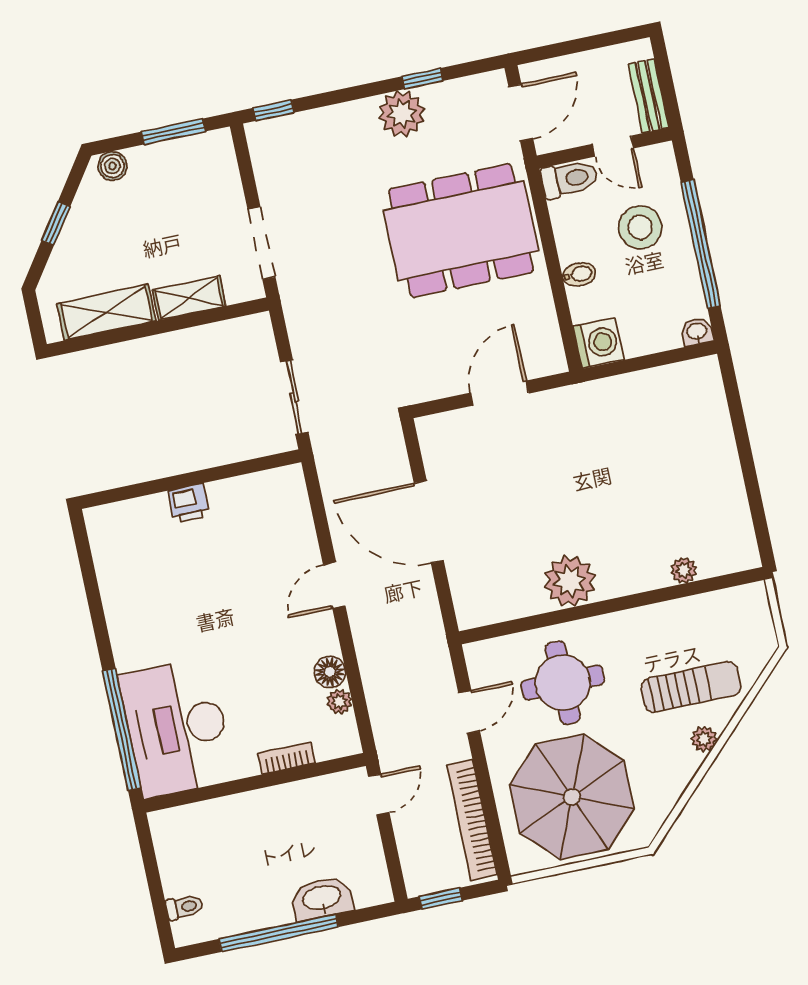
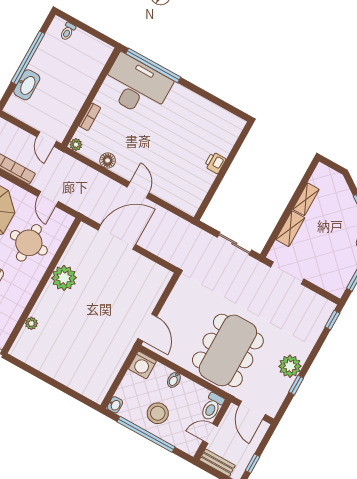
window: (603, 40) -> (252, 464), added
stool: (640, 227) -> (158, 413), moved
shelving: (106, 312) -> (306, 199), width x0.67, depth x0.75
door: (500, 393) -> (147, 327), moved
sliding door: (294, 397) -> (234, 244), moved
door: (429, 522) -> (117, 237), moved
plant: (339, 702) -> (76, 145), moved

